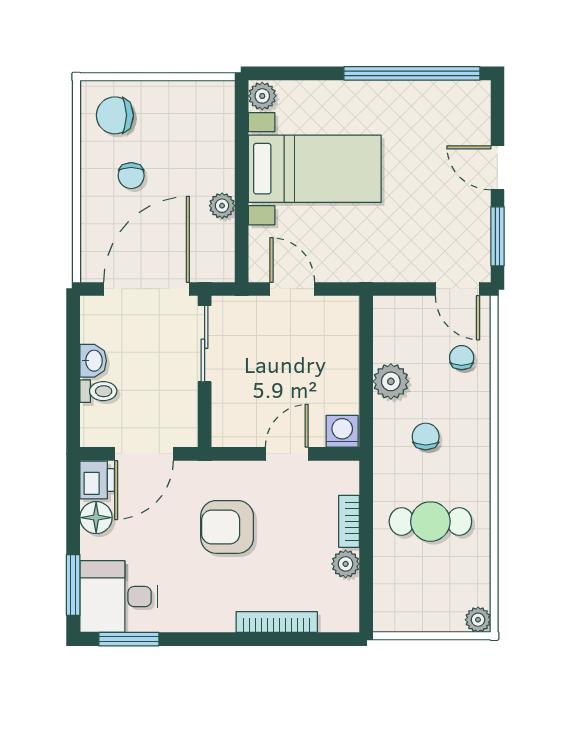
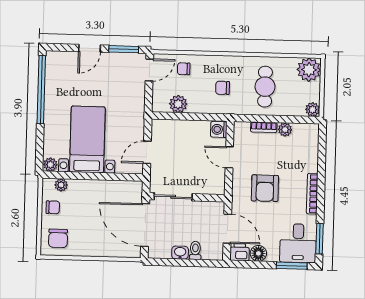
chair: (131, 176) -> (53, 207), moved
plant: (222, 206) -> (61, 185), moved
plant: (391, 381) -> (178, 104), moved
plant: (387, 618) -> (313, 110), added
plant: (478, 620) -> (309, 70), width x1.88, depth x1.88
bookcase: (277, 622) -> (312, 194), moved

